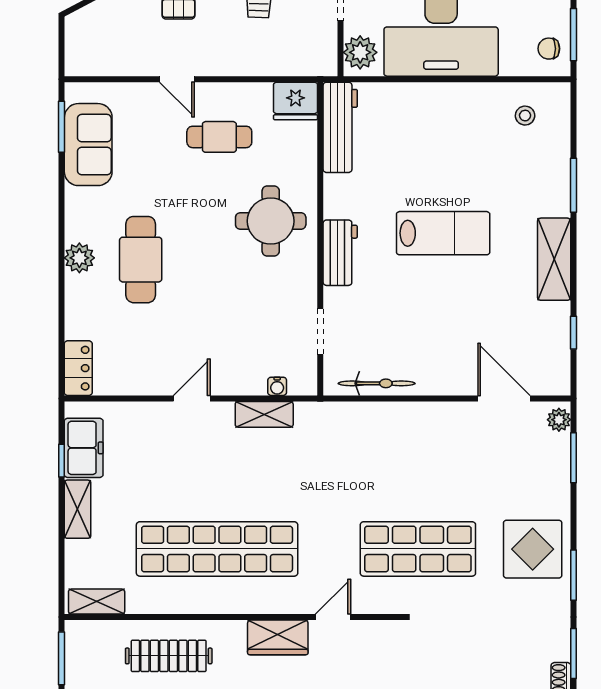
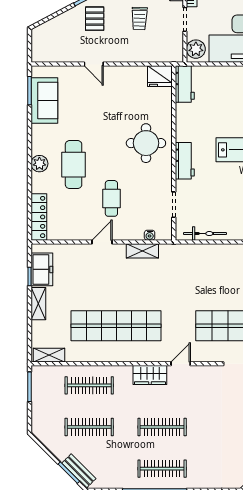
workbench: (340, 127) -> (185, 84), width x0.73
cafe table: (219, 137) -> (111, 198), moved, turned 90
locker: (78, 368) -> (39, 217), width x1.53

